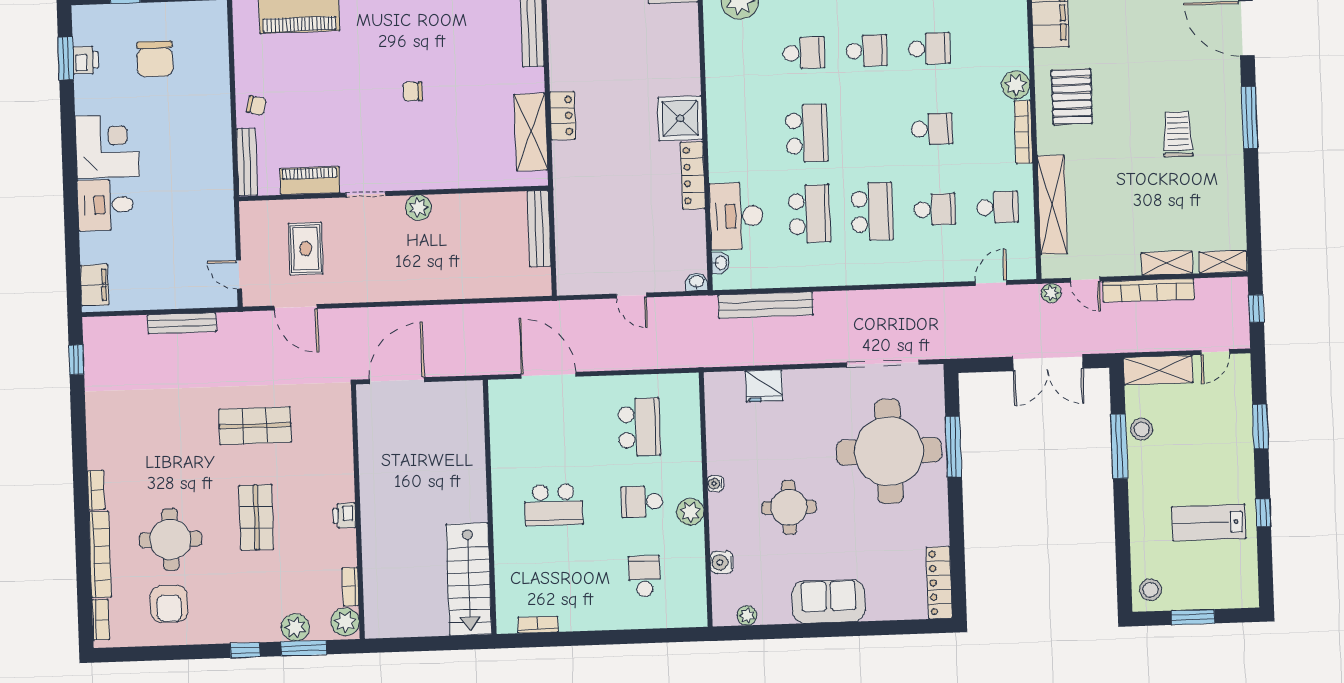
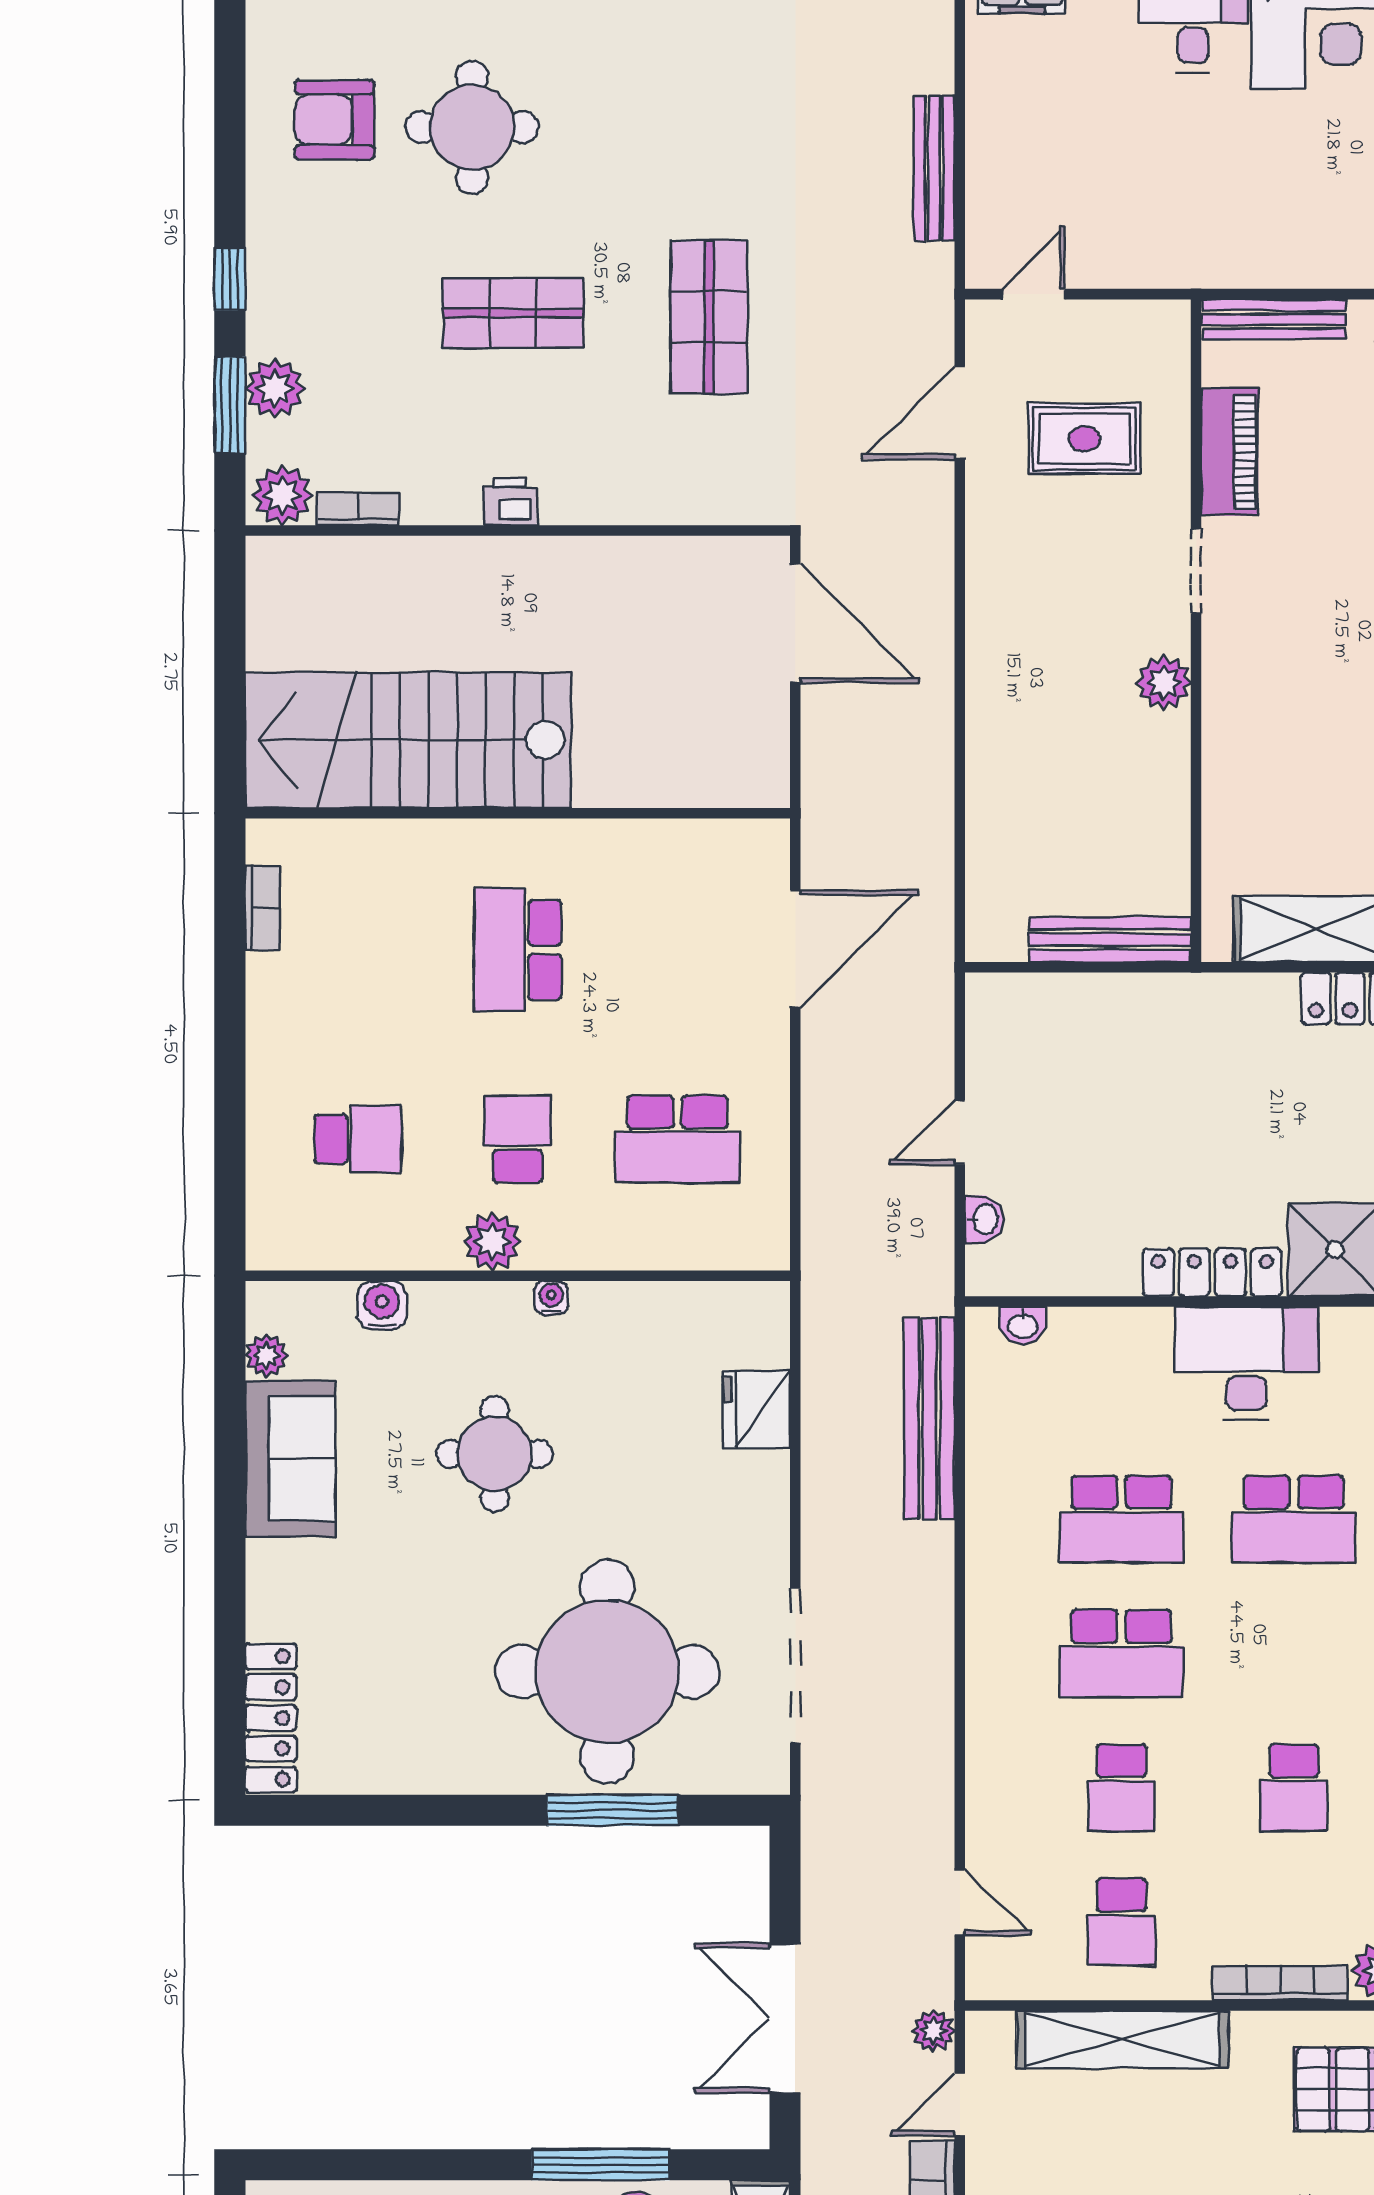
desk: (736, 216) -> (1246, 1363), moved
washbasin: (697, 282) -> (984, 1219), moved
stairs: (469, 579) -> (408, 740), width x1.36, depth x1.51
locker: (939, 583) -> (271, 1718), moved, turned 90
sofa: (829, 601) -> (290, 1458), moved

